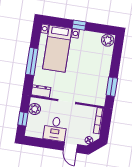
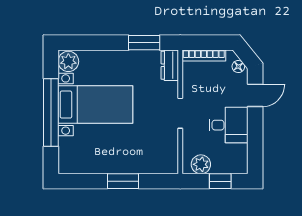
window: (79, 25) -> (51, 113), width x3.17
bed with nightstands: (57, 49) -> (95, 105), moved
window: (32, 61) -> (123, 181), width x0.69
dresser: (41, 91) -> (170, 65), moved

